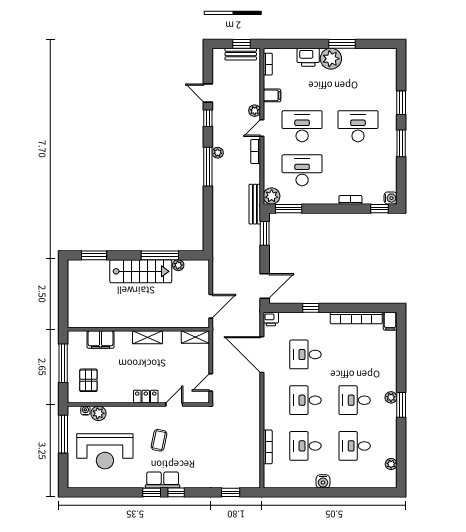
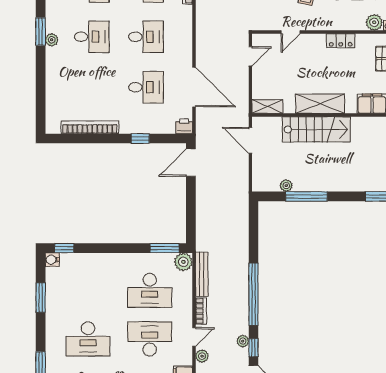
desk: (302, 126) -> (150, 339), turned 180
window: (401, 143) -> (41, 298), moved
plant: (218, 153) -> (243, 341), moved
window: (208, 167) -> (253, 294), width x1.46
bookcase: (350, 200) -> (96, 258), removed
bench: (255, 204) -> (202, 274), moved
window: (265, 233) -> (191, 221), removed
stairs: (141, 271) -> (316, 129), moved, turned 180
door: (211, 306) -> (250, 140), hinge flipped
filing cabinet: (390, 321) -> (53, 124), removed
shelving: (148, 337) -> (320, 104), width x1.50, depth x1.33
locker: (146, 397) -> (341, 41), moved

